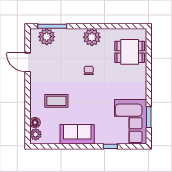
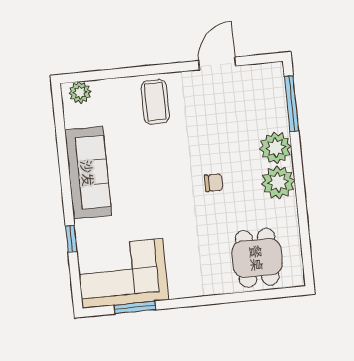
plant: (47, 37) -> (276, 148), moved
coffee table: (56, 101) -> (155, 102), moved
floor lamp: (35, 123) -> (103, 89), removed
sofa: (77, 134) -> (88, 173), width x1.36

